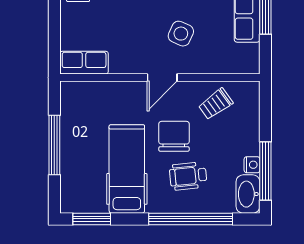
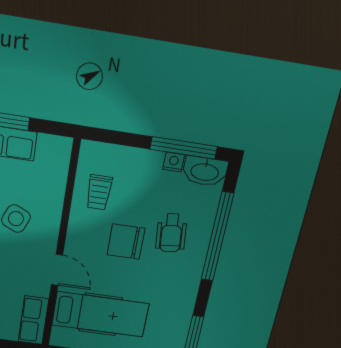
door: (162, 78) -> (57, 270), moved
trolley: (216, 104) -> (99, 192), turned 36
hospital bed: (127, 169) -> (100, 314), moved, turned 180

